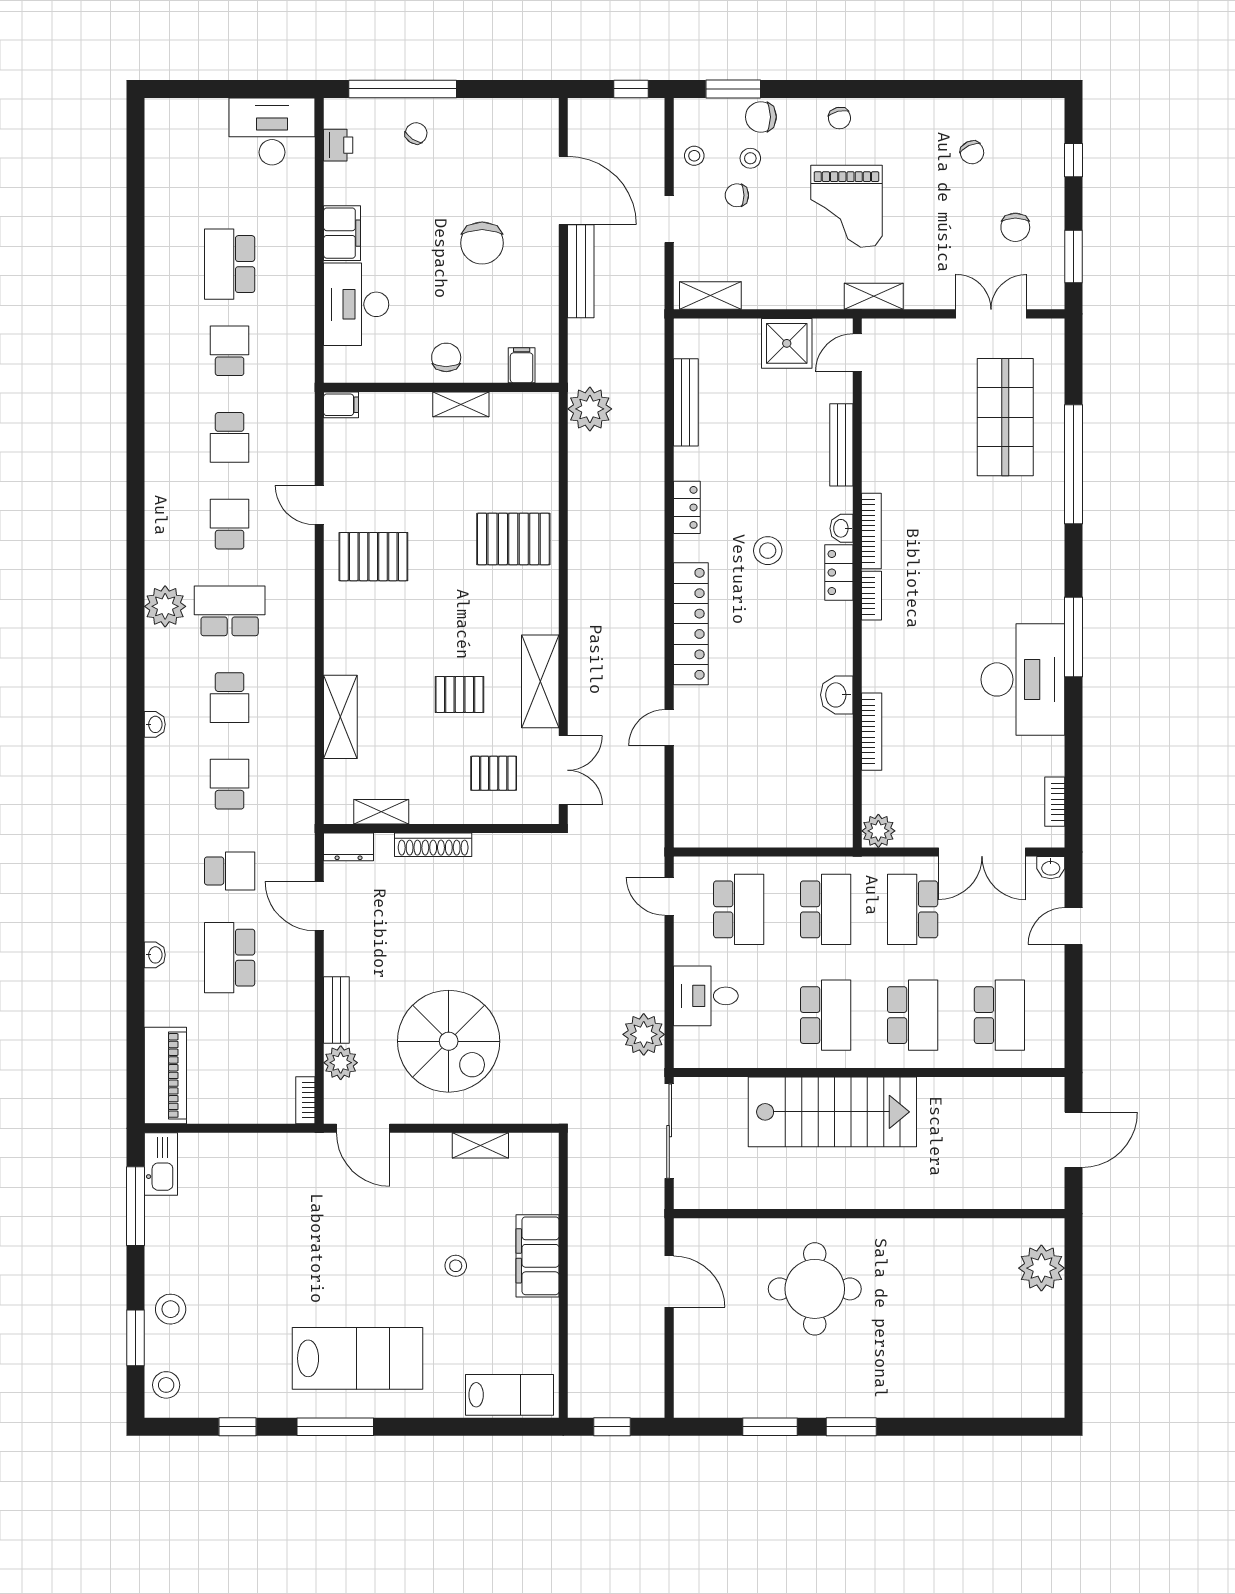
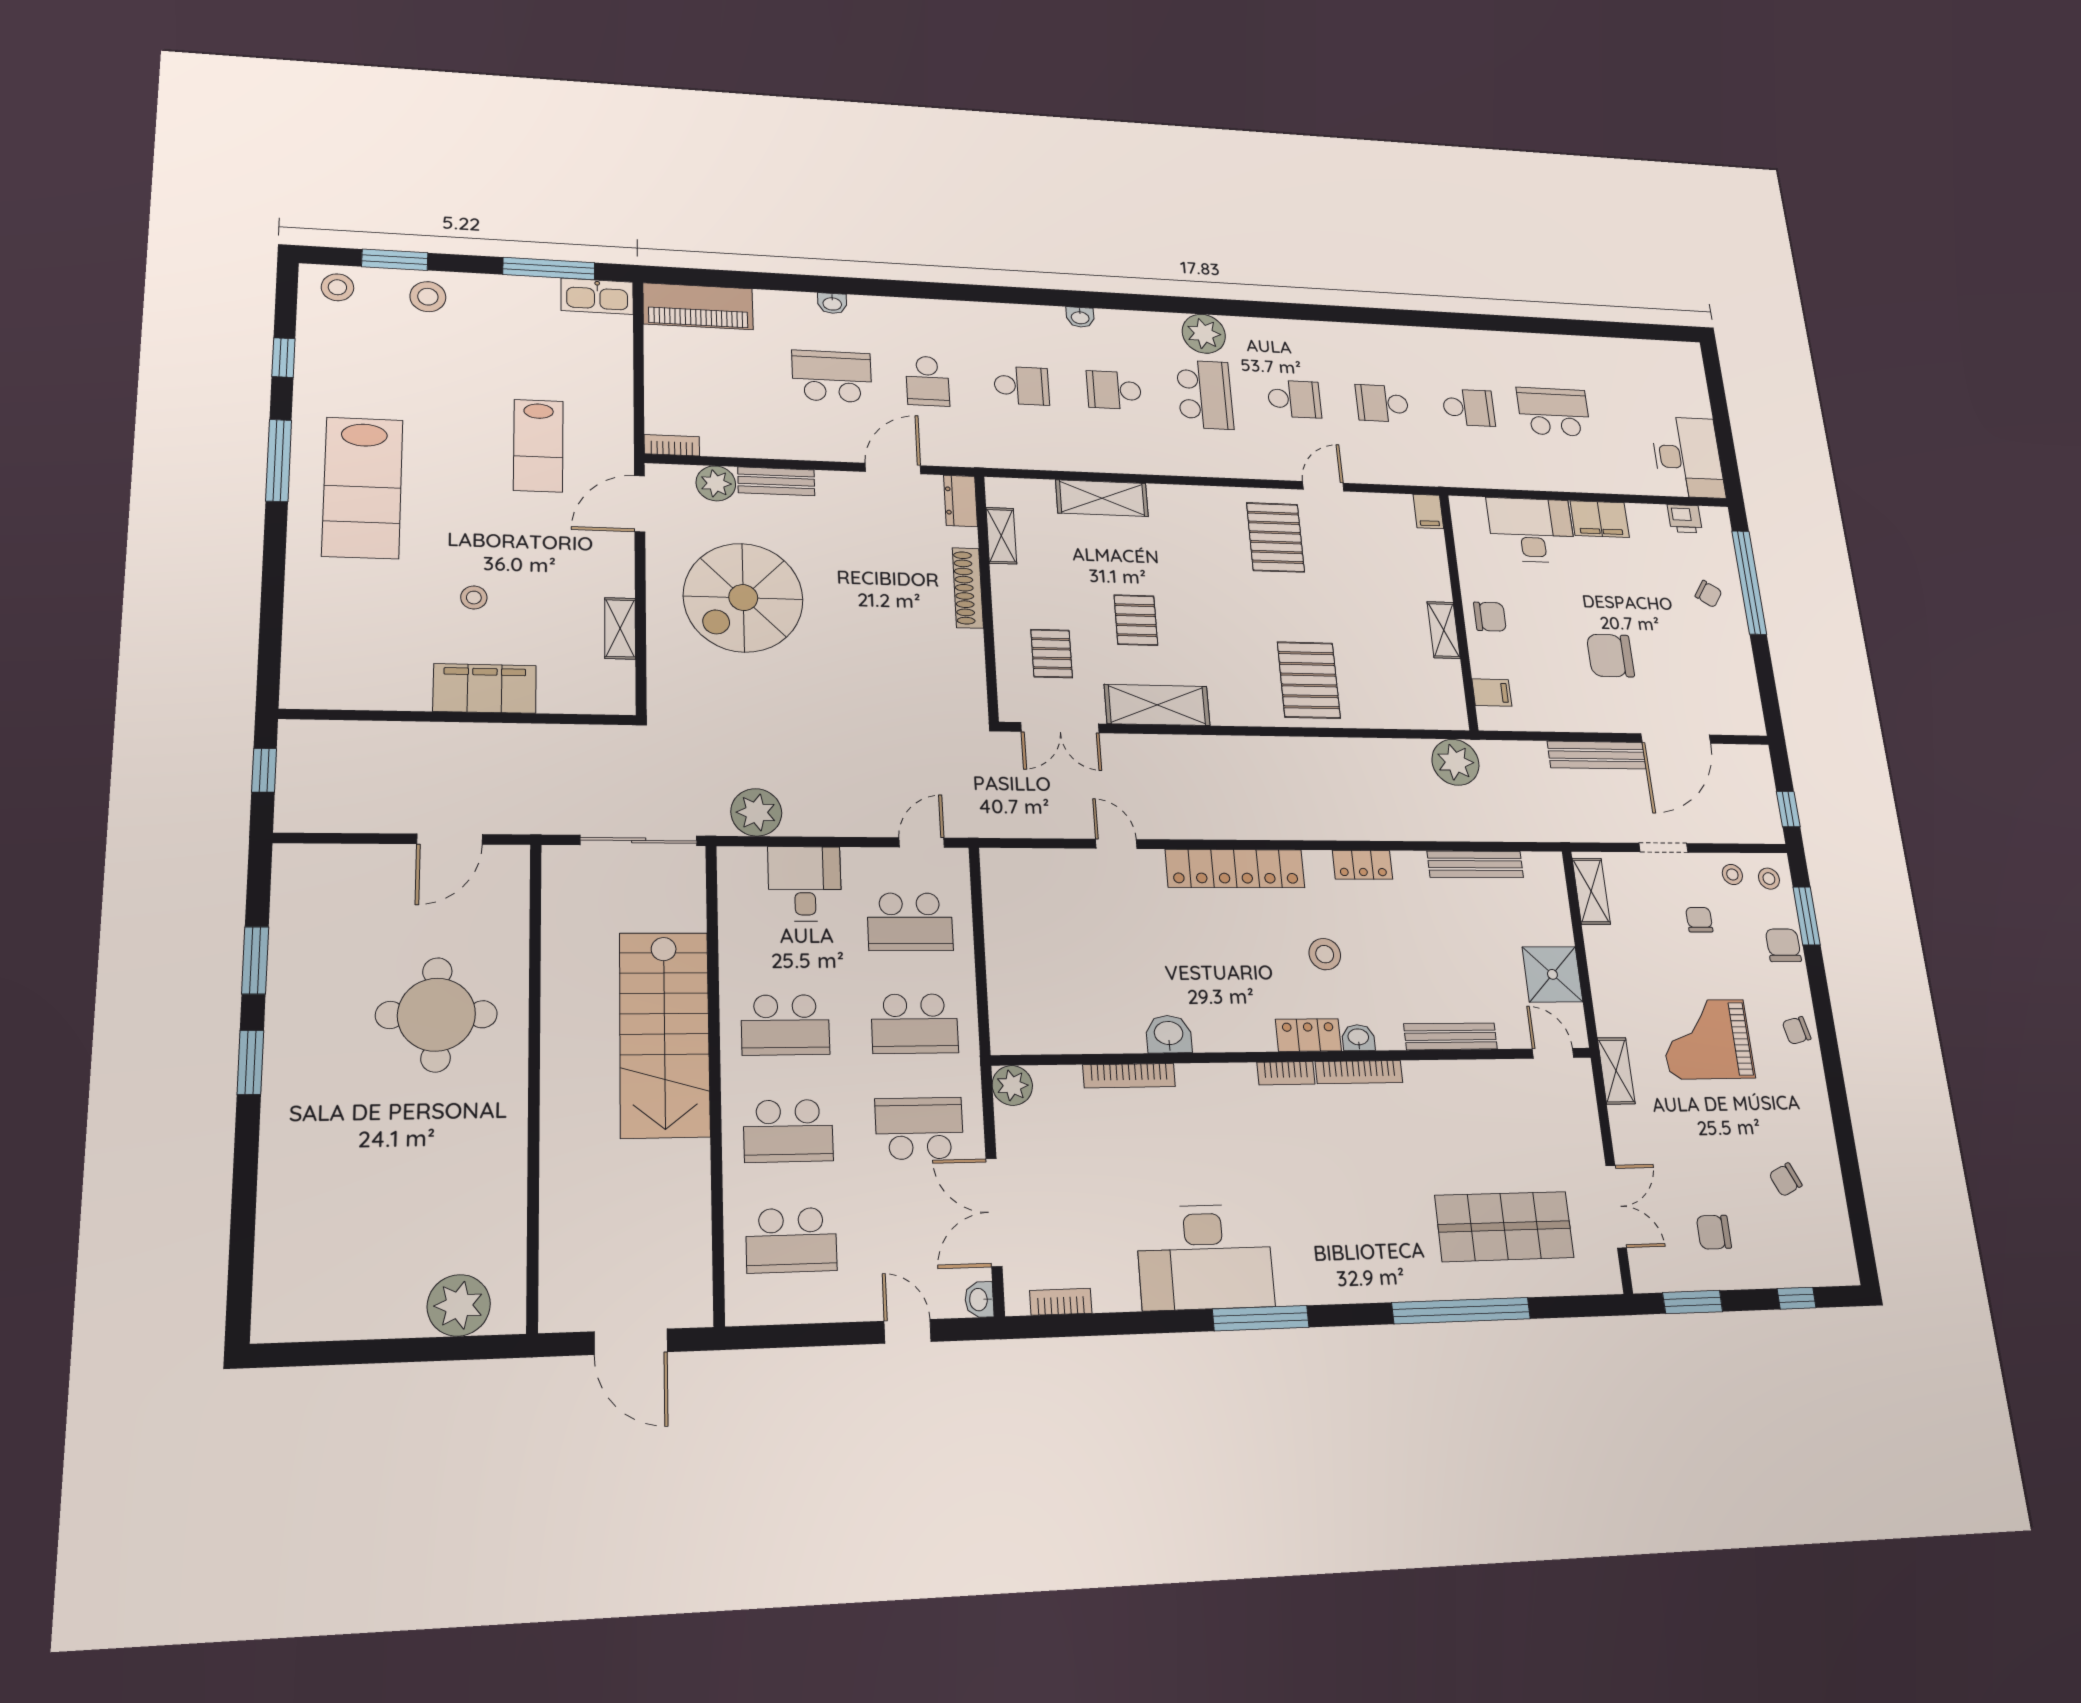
stool: (750, 158) -> (1769, 879), moved
lab bench: (509, 1395) -> (538, 446), moved

